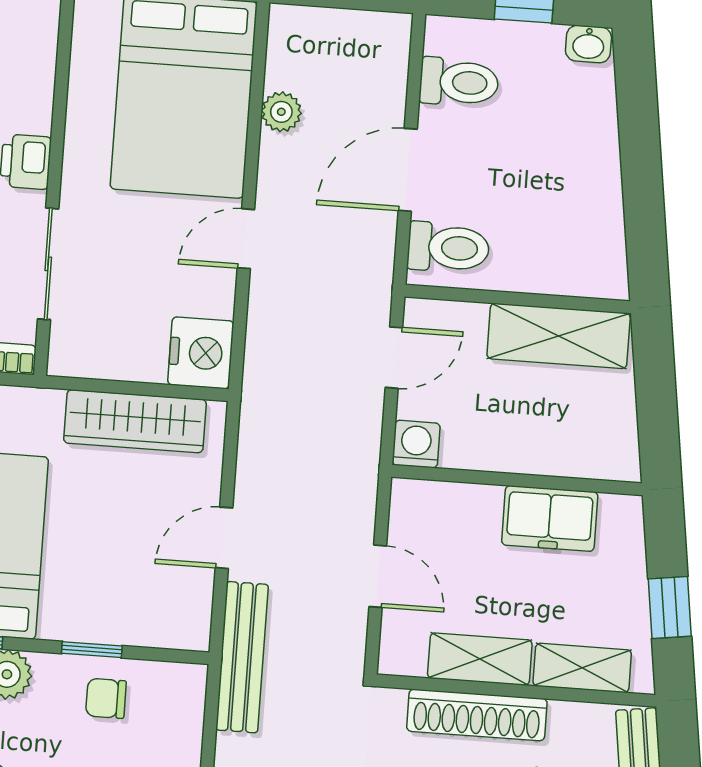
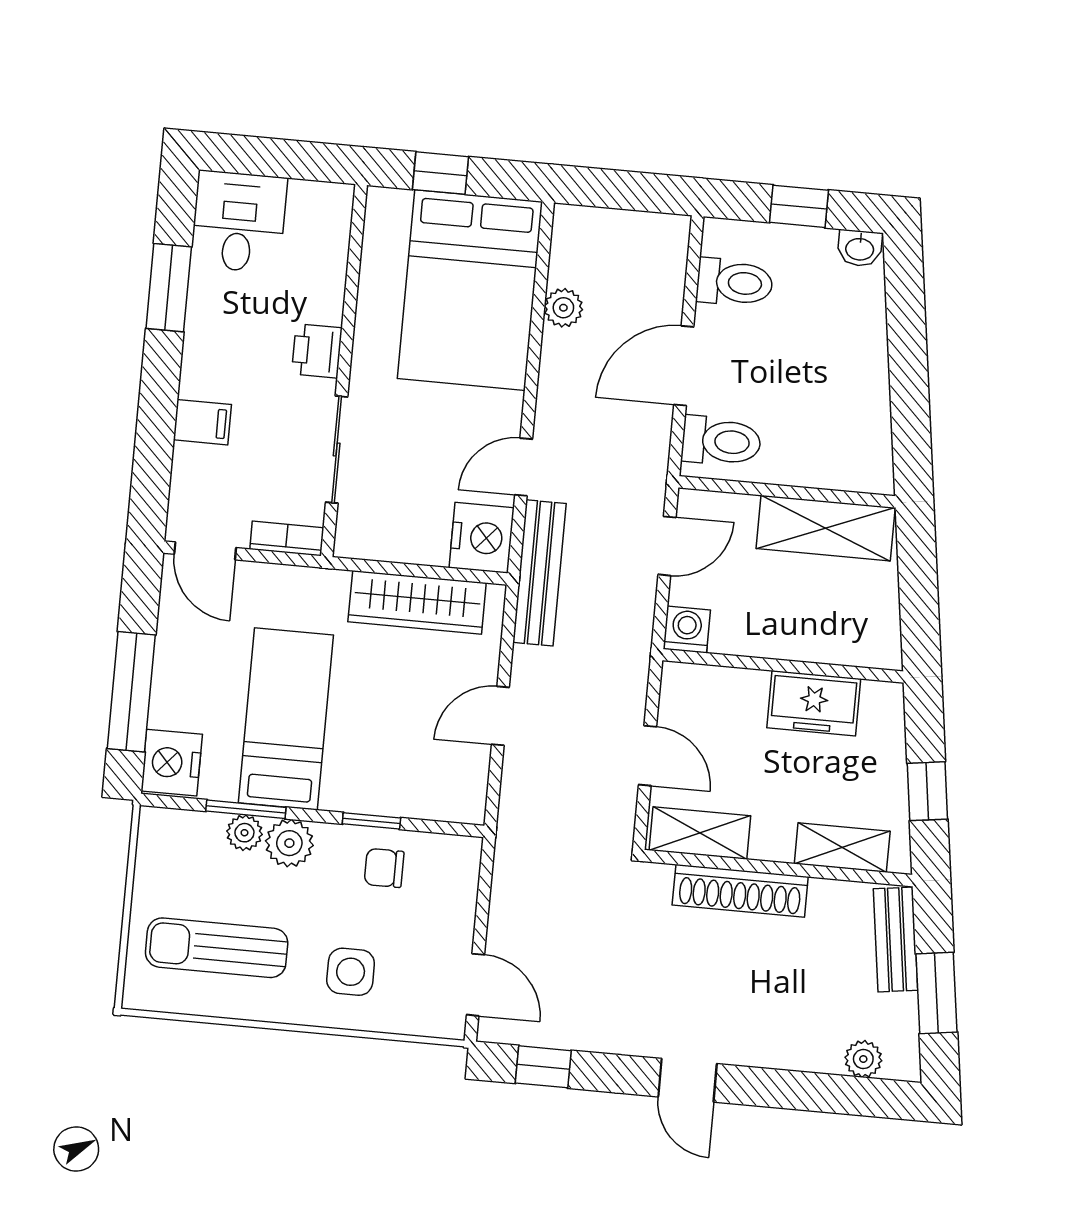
door: (246, 239) -> (524, 467), moved
bench: (242, 657) -> (540, 573), moved
shelving: (480, 659) -> (700, 833), moved

